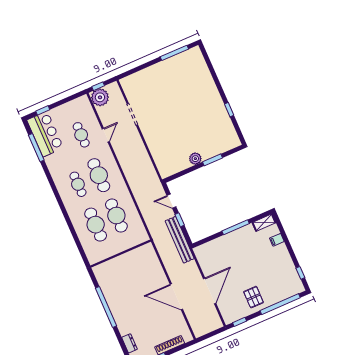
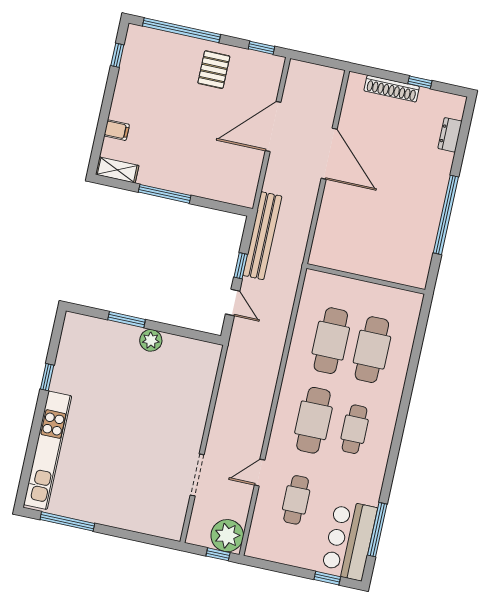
kitchen unit: (206, 78) -> (48, 450), added

